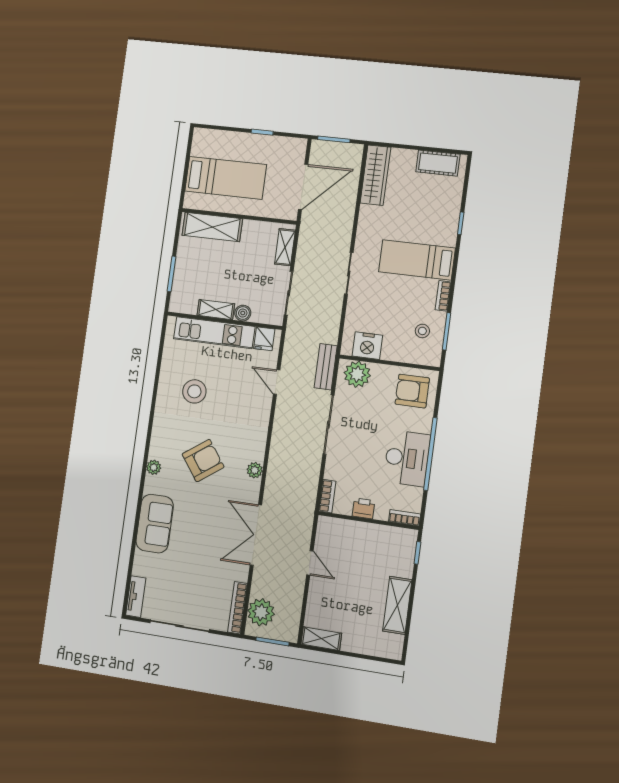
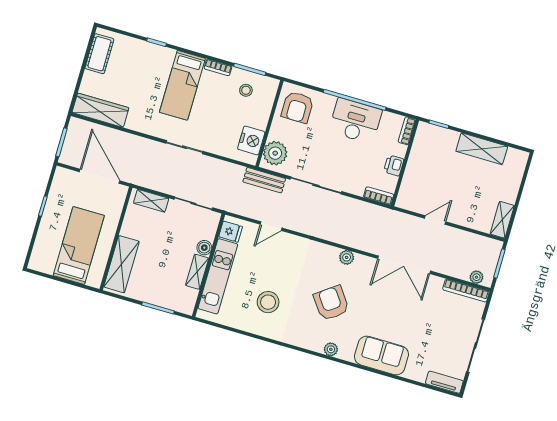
plant: (261, 612) -> (476, 277), width x0.53, depth x0.53

